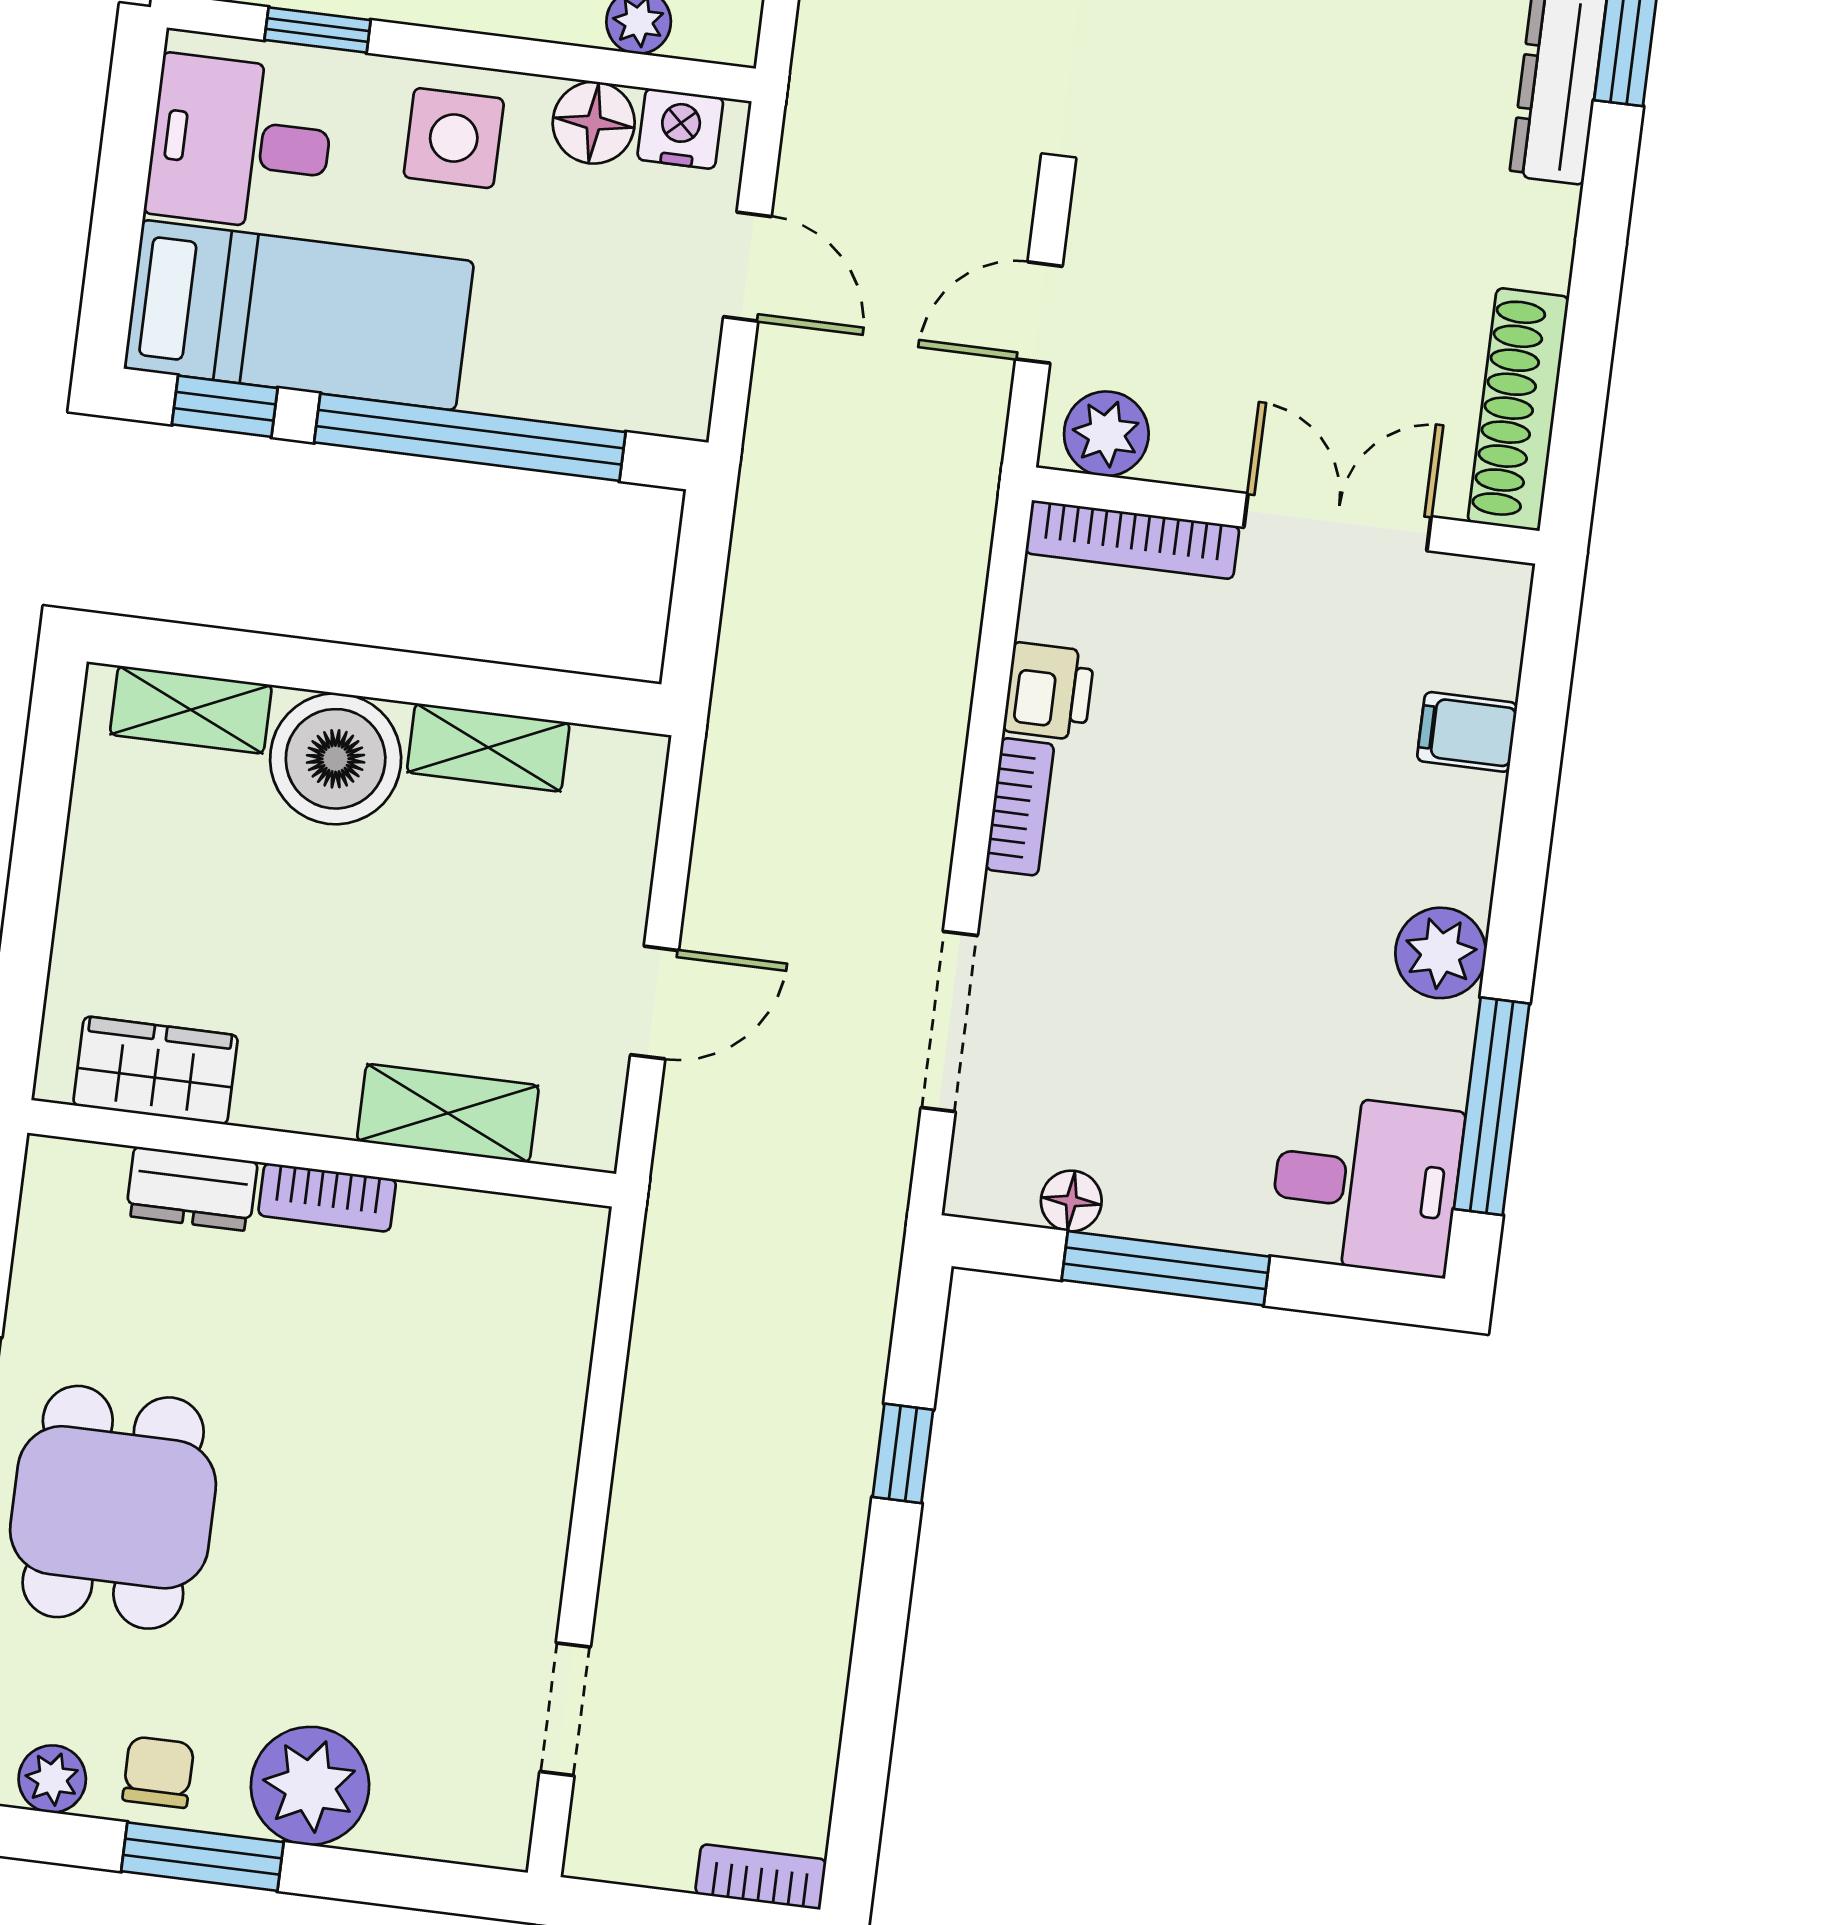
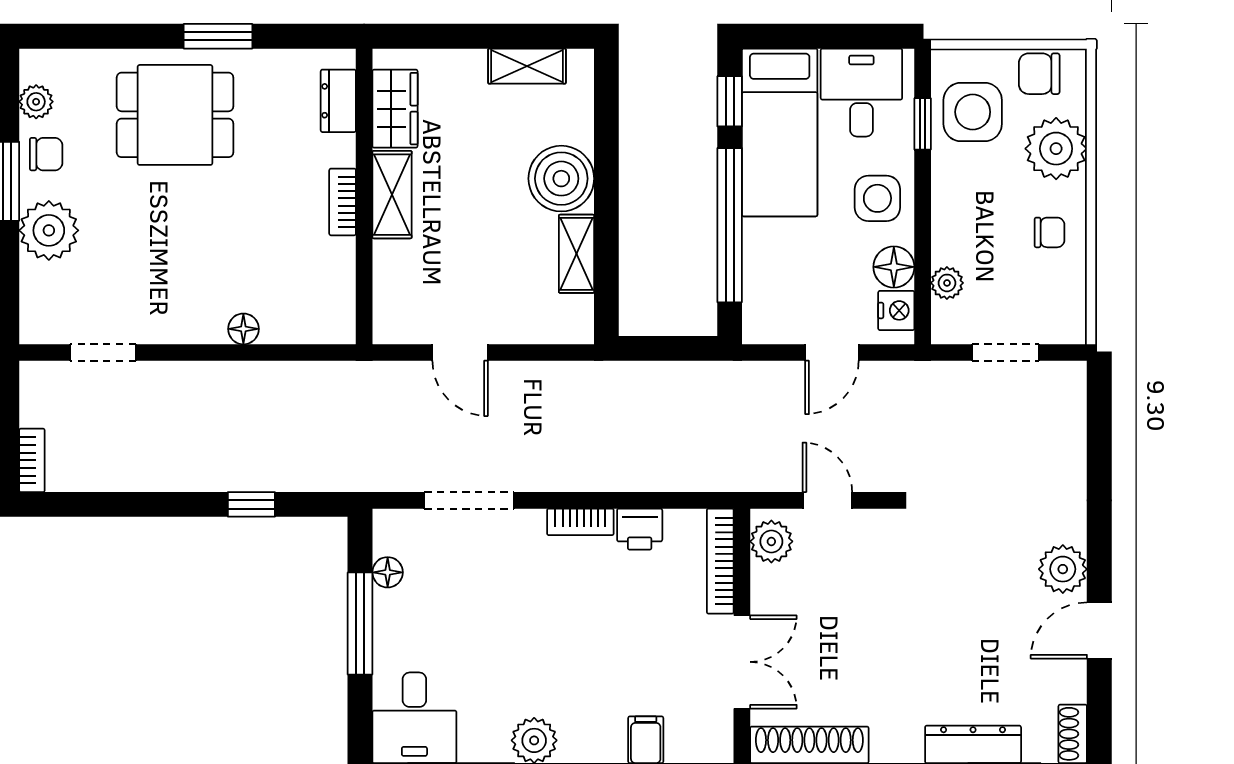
shelving: (191, 710) -> (527, 66), moved, turned 90
shelving: (448, 1113) -> (392, 195), moved
dresser: (192, 1189) -> (338, 101), moved
floor lamp: (554, 1425) -> (243, 329), added

